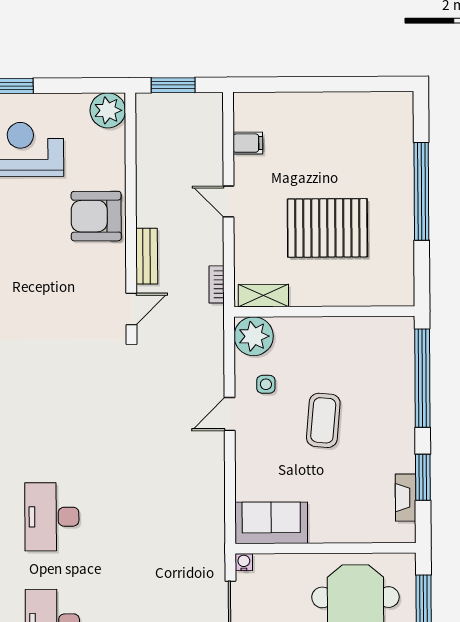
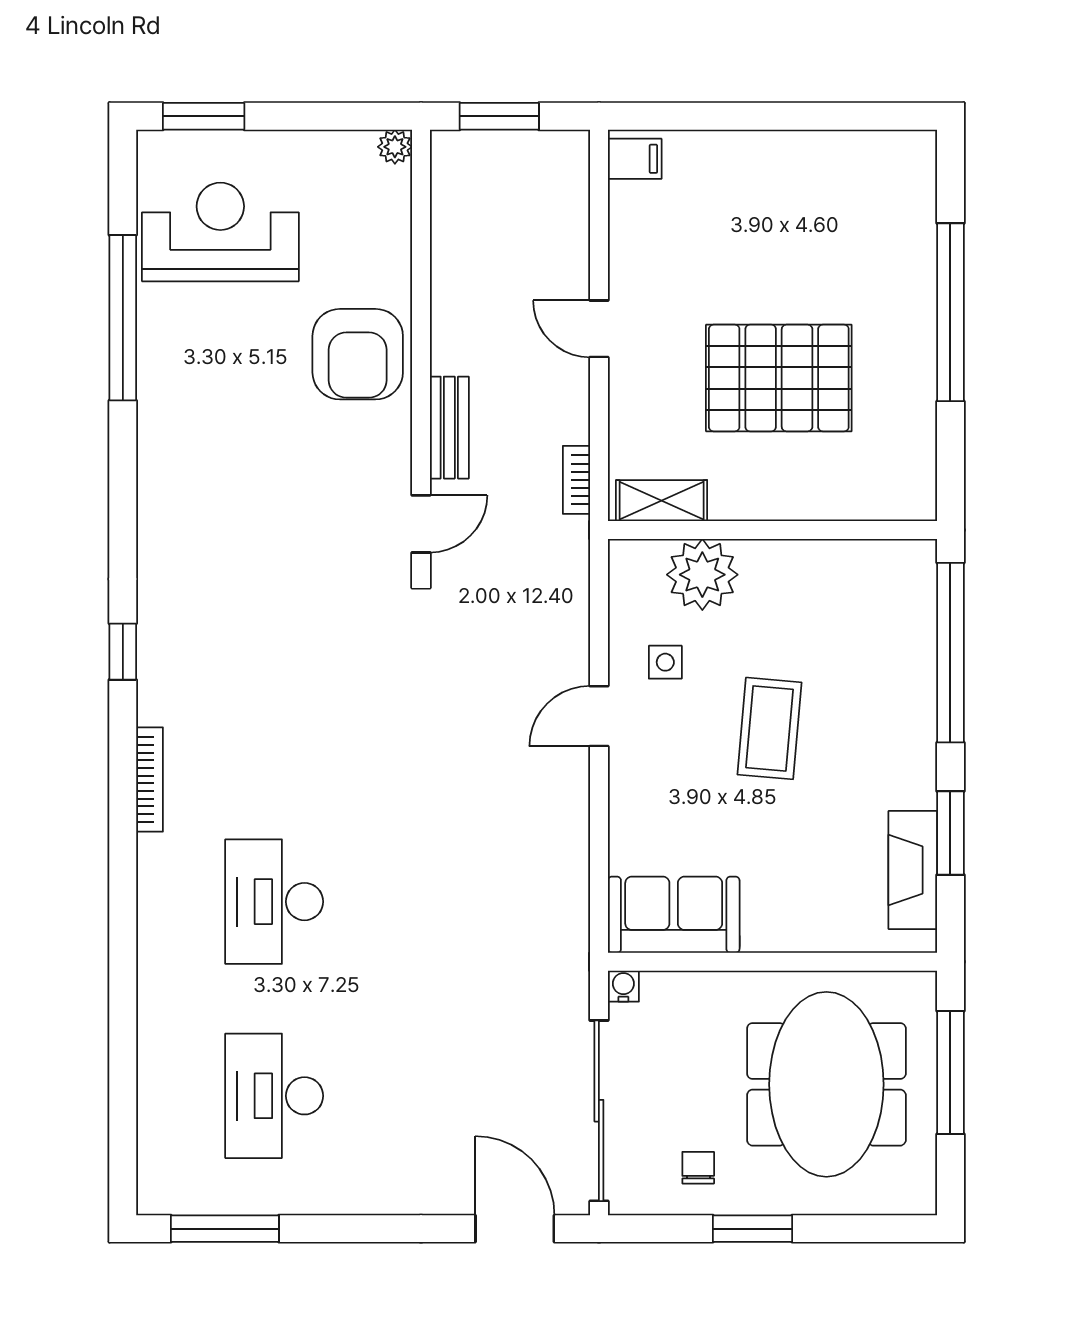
plant: (108, 110) -> (395, 147), width x0.53, depth x0.53
filing cabinet: (248, 143) -> (635, 159), moved
armchair: (96, 216) -> (358, 354), turned -90
plant: (254, 336) -> (702, 575), moved
fireplace: (406, 498) -> (913, 870), width x1.37, depth x1.32

